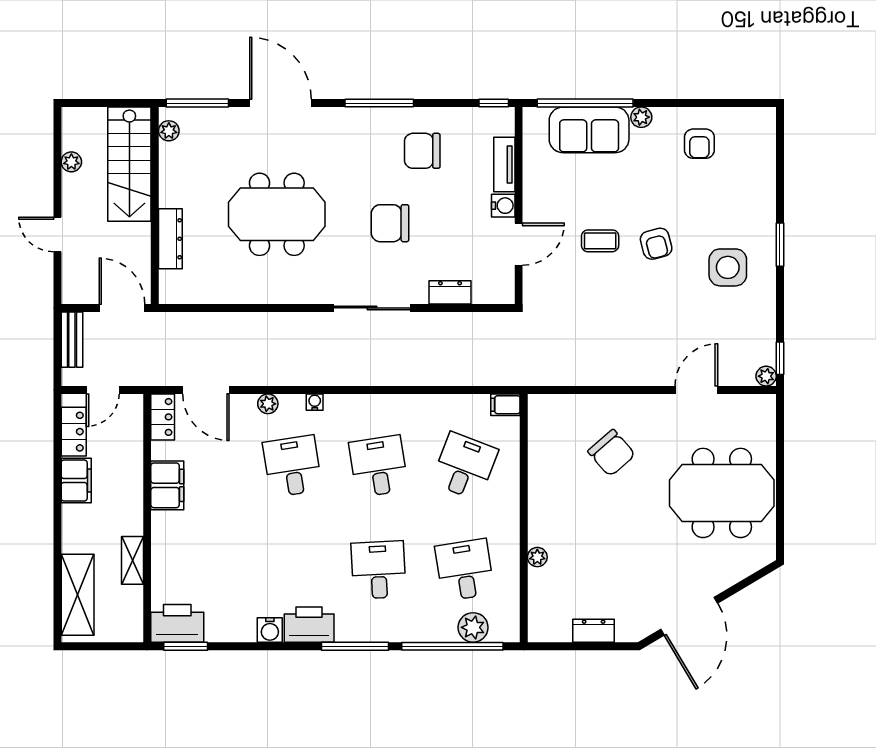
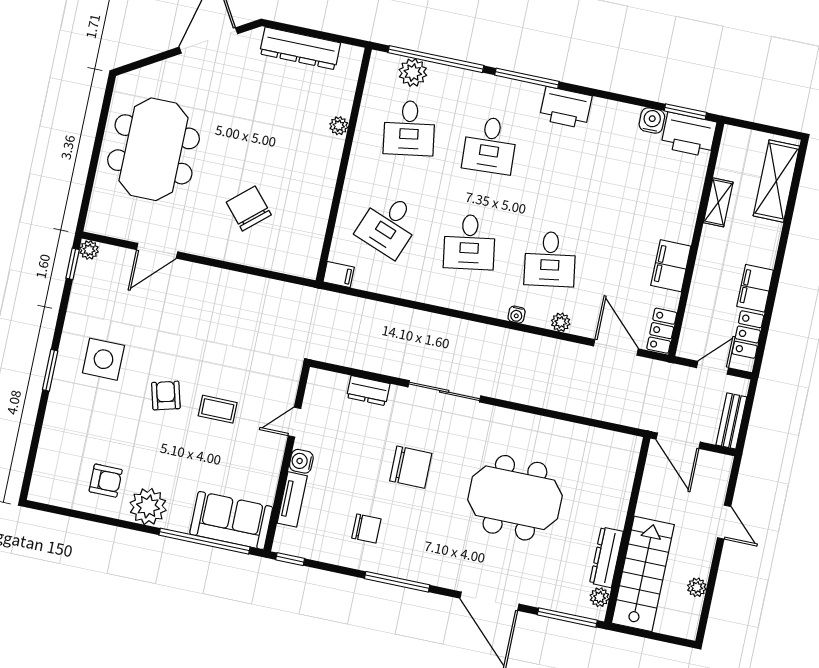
plant: (641, 117) -> (148, 506), width x1.87, depth x1.87
sofa: (589, 130) -> (231, 520), moved
armchair: (699, 144) -> (106, 481), turned 90
chair: (422, 151) -> (366, 529), width x0.73, depth x0.73
dresser: (170, 239) -> (606, 557), moved
door: (519, 244) -> (295, 422), width x0.73
meeting table: (722, 493) -> (154, 149), turned 90
water cooler: (270, 630) -> (652, 120), moved
dresser: (594, 631) -> (300, 48), width x1.96, depth x1.24

